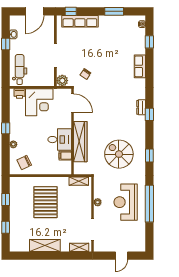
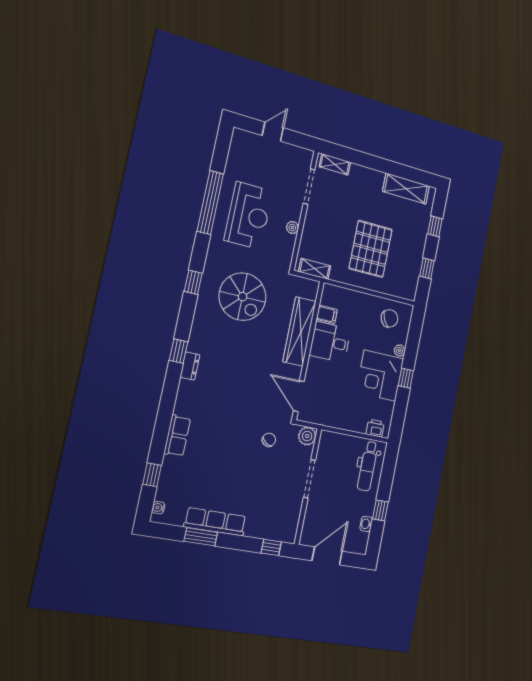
row of seats: (80, 21) -> (215, 522), moved
corner desk: (39, 102) -> (380, 376), moved, turned -90
shelving: (45, 245) -> (406, 189), moved

